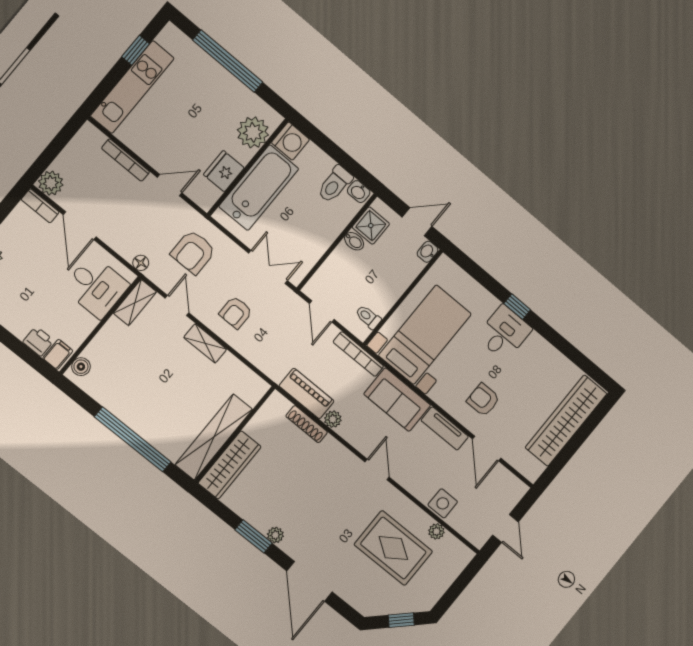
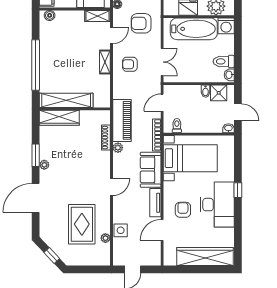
desk: (504, 333) -> (217, 205), width x1.87, depth x1.30
piano: (307, 393) -> (122, 120), width x1.37, depth x1.33

